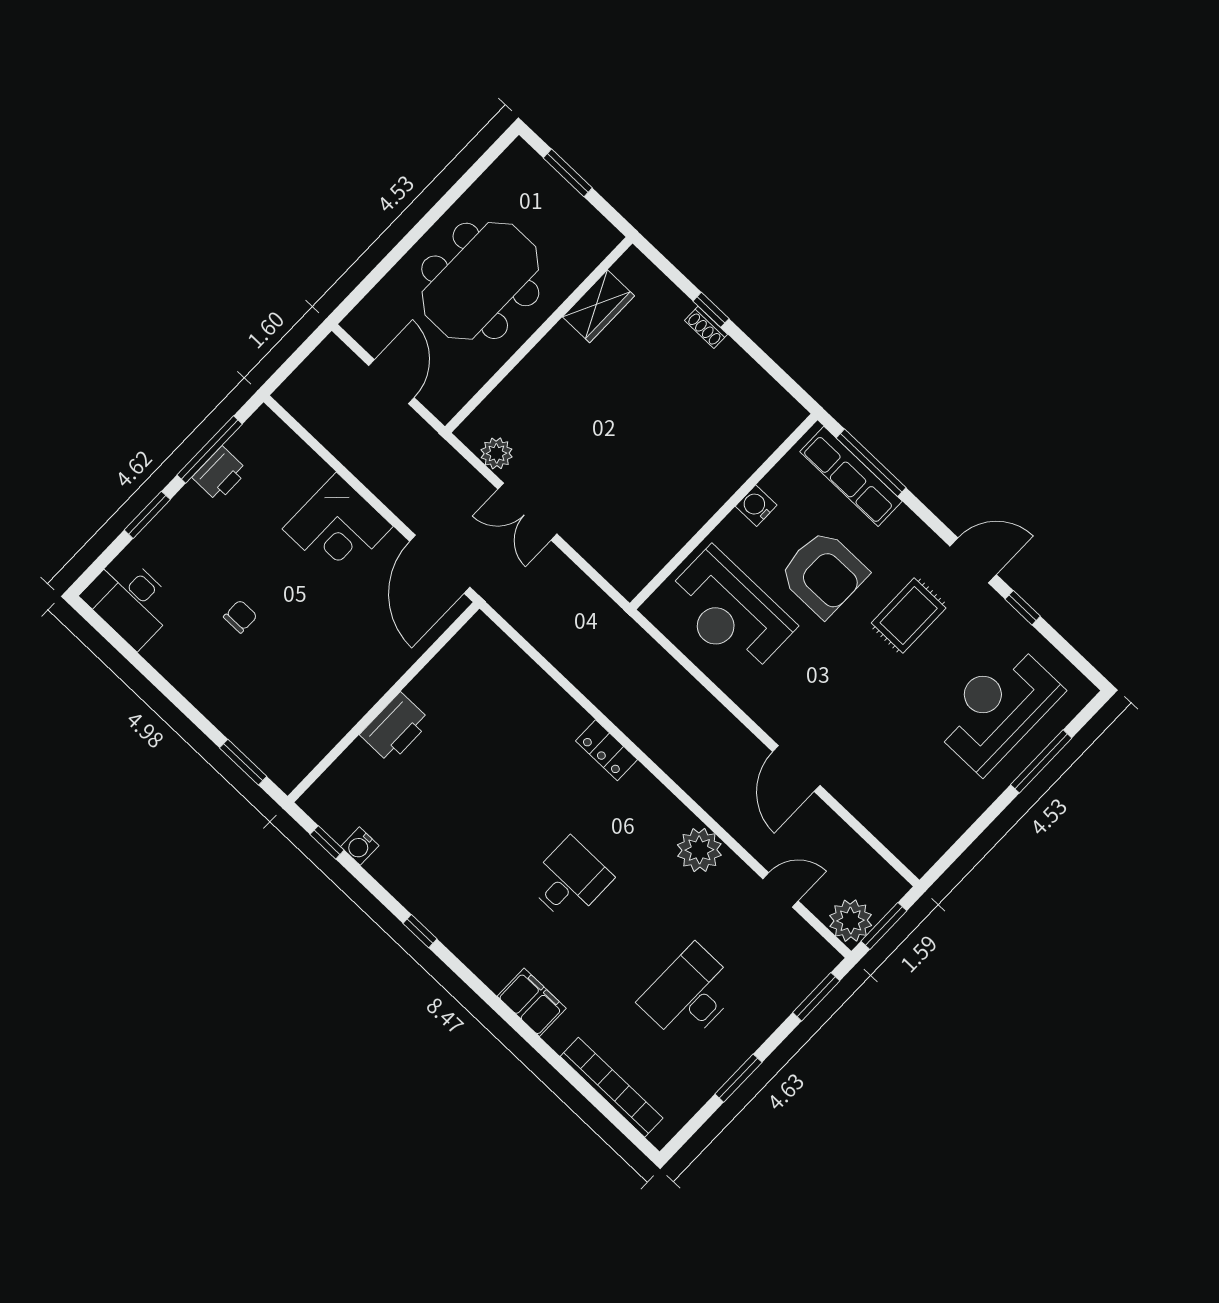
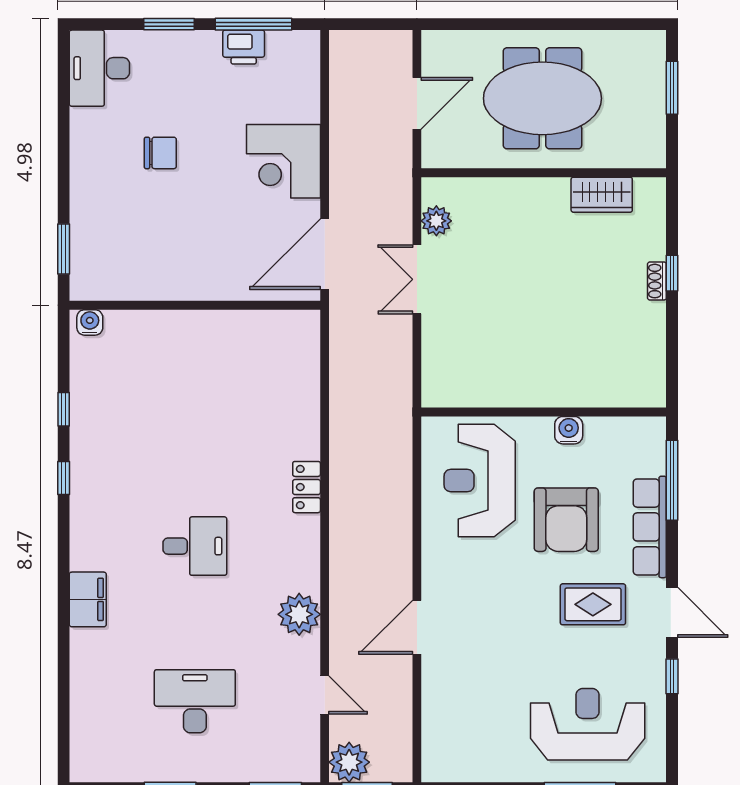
row of seats: (851, 476) -> (650, 527), moved
chair: (240, 617) -> (160, 153), width x1.37, depth x1.37
printer: (395, 728) -> (185, 330), removed
window: (327, 842) -> (64, 409), moved
water cooler: (360, 846) -> (90, 322), moved, turned 90
bookcase: (612, 1087) -> (82, 708), removed

